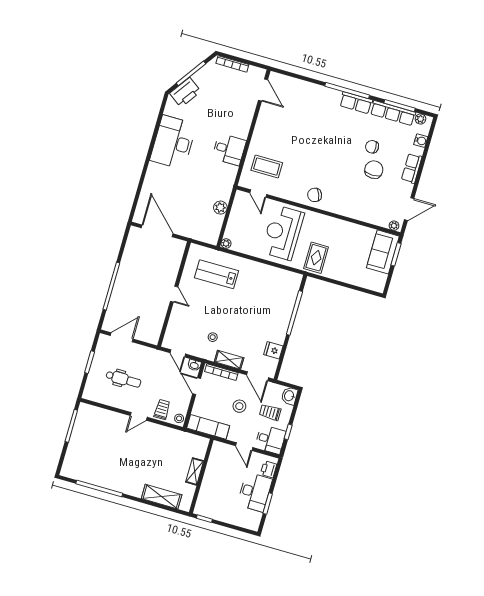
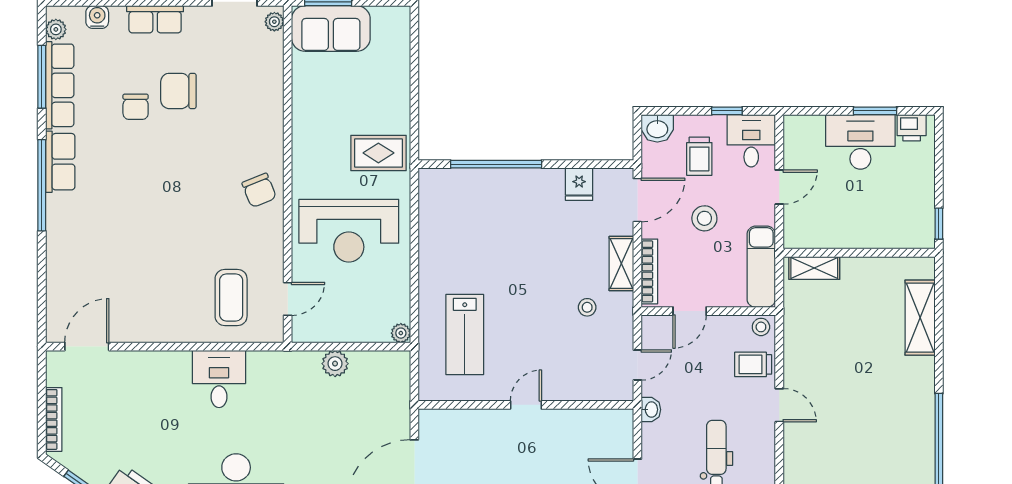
washbasin: (194, 365) -> (651, 410), moved
printer: (269, 469) -> (912, 128), moved
shelving: (195, 471) -> (814, 268), moved

